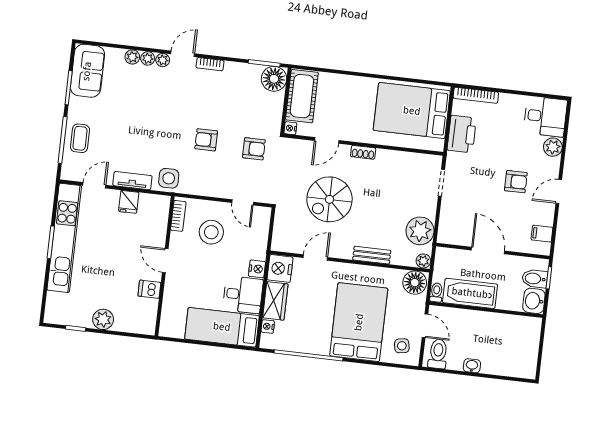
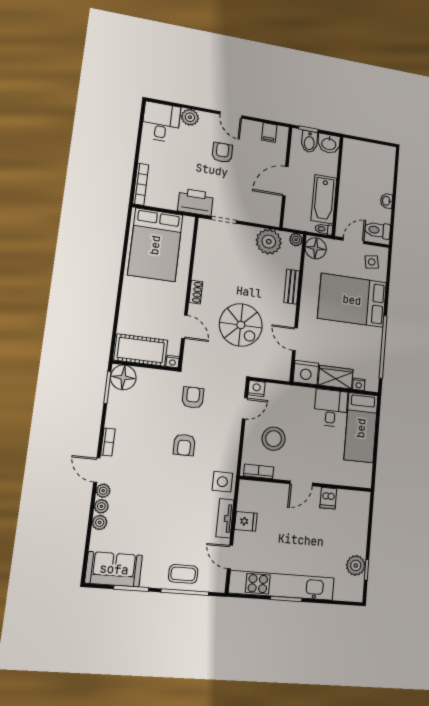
printer: (462, 134) -> (195, 202), moved
nightstand: (257, 269) -> (256, 388), moved
plant: (103, 319) -> (356, 565), moved

